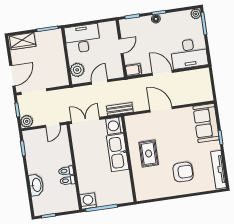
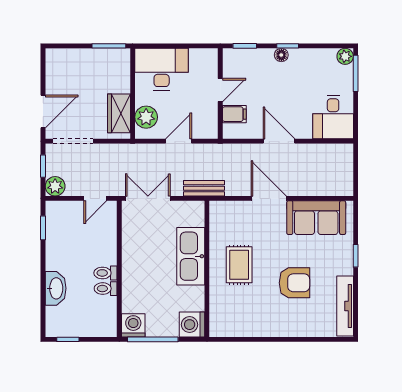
wardrobe: (23, 41) -> (119, 113), moved, turned 90
desk: (189, 54) -> (333, 117), width x0.73
filing cabinet: (133, 70) -> (234, 114), moved
sofa: (206, 123) -> (316, 218), moved, turned -90
washing machine: (115, 126) -> (192, 325), moved
armchair: (183, 172) -> (294, 283), moved

